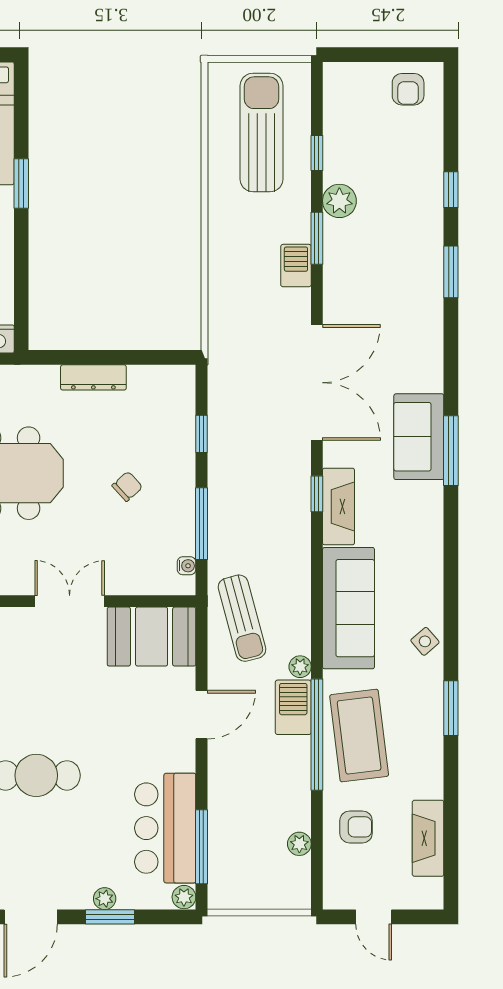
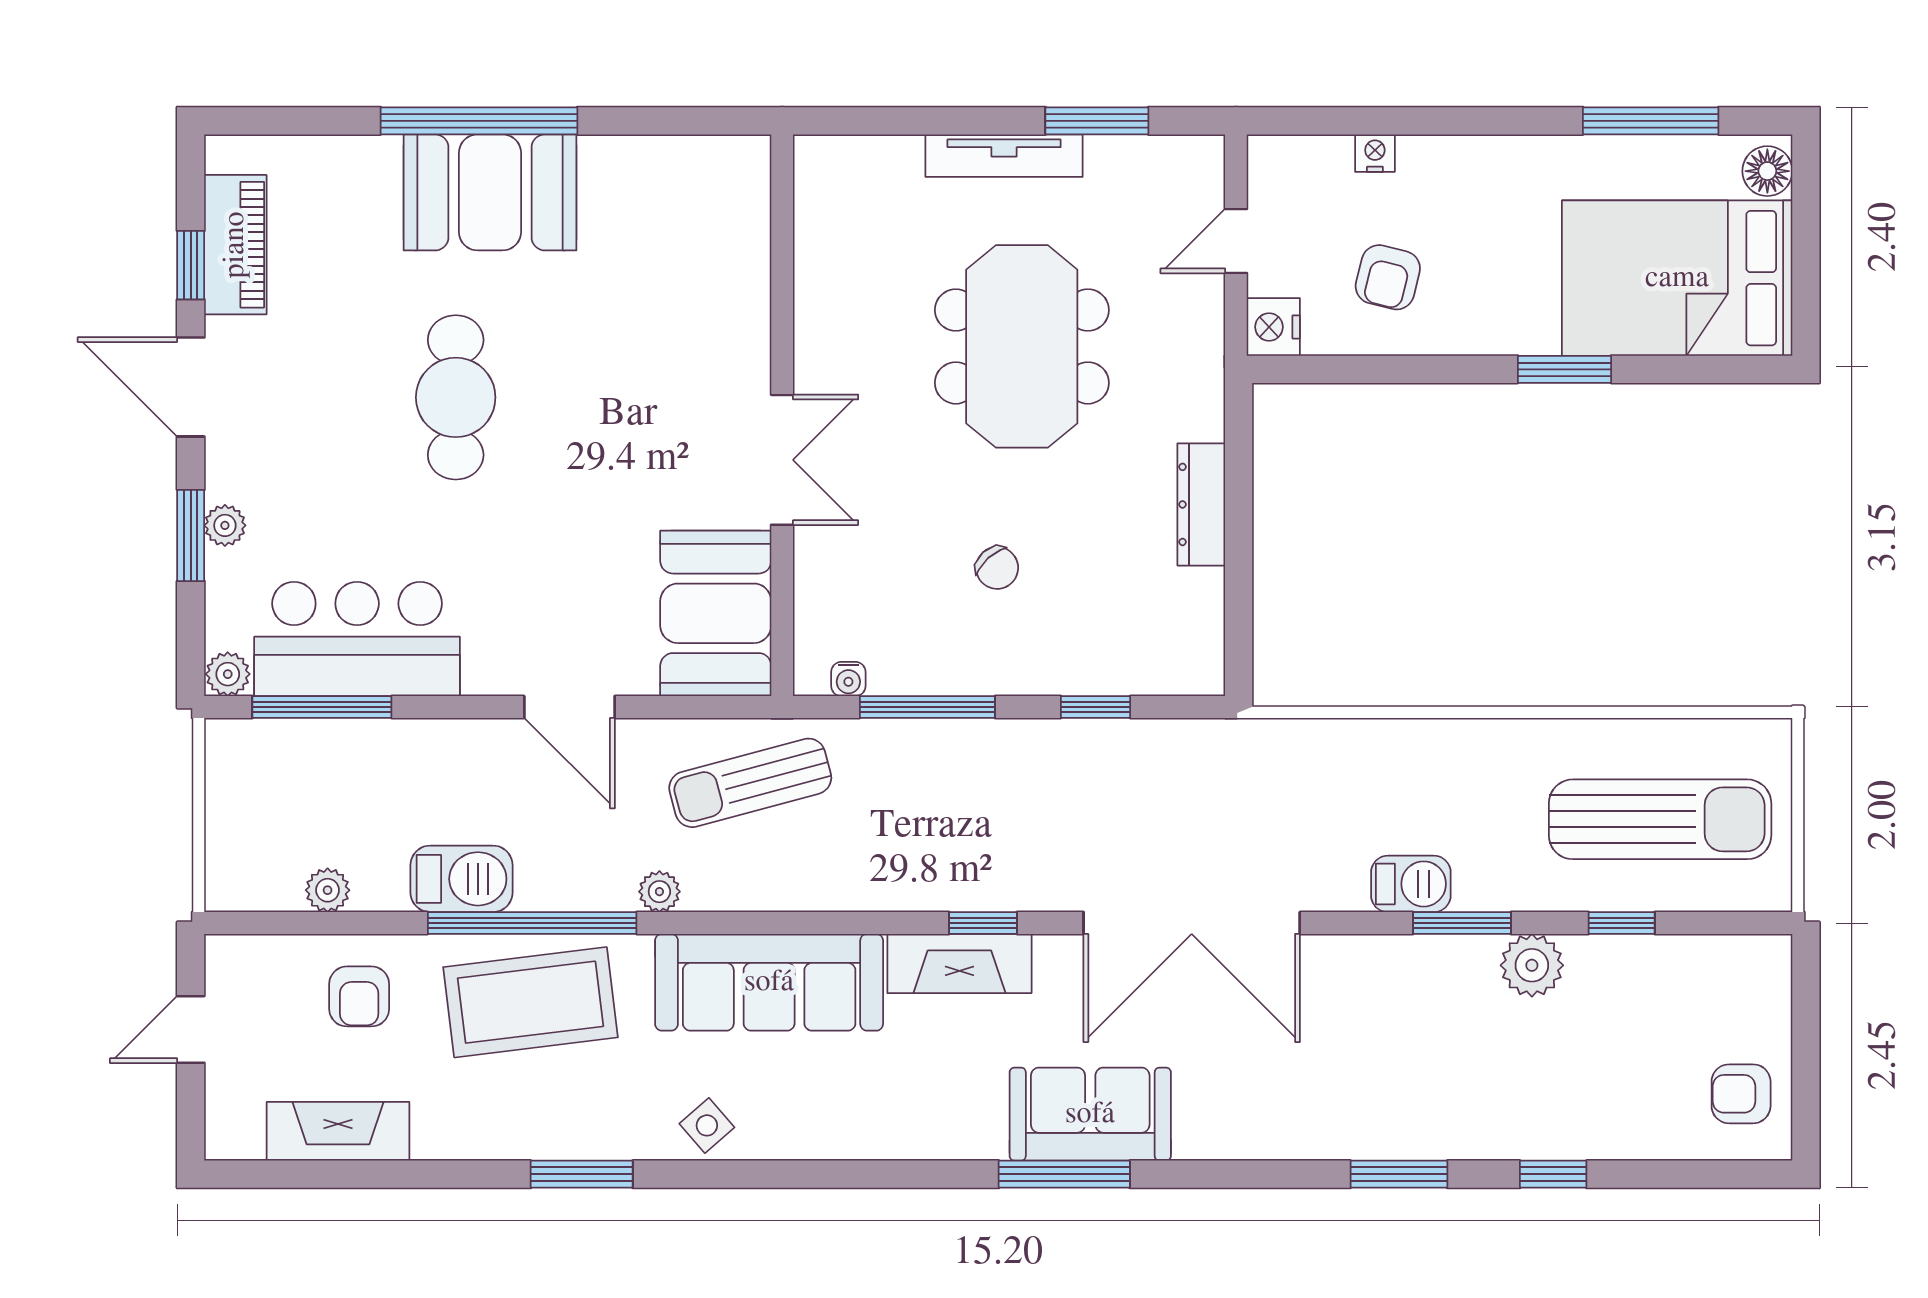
barbecue: (293, 707) -> (462, 879), moved

